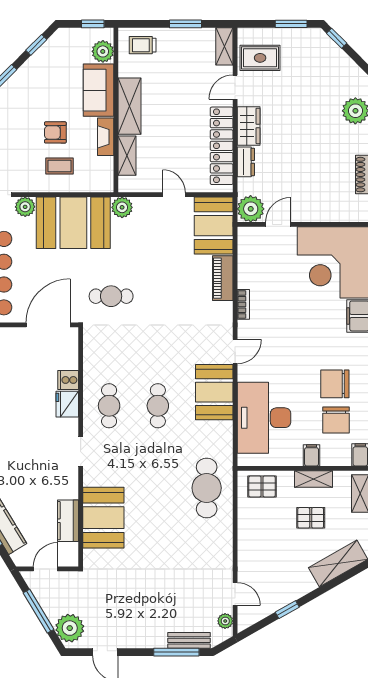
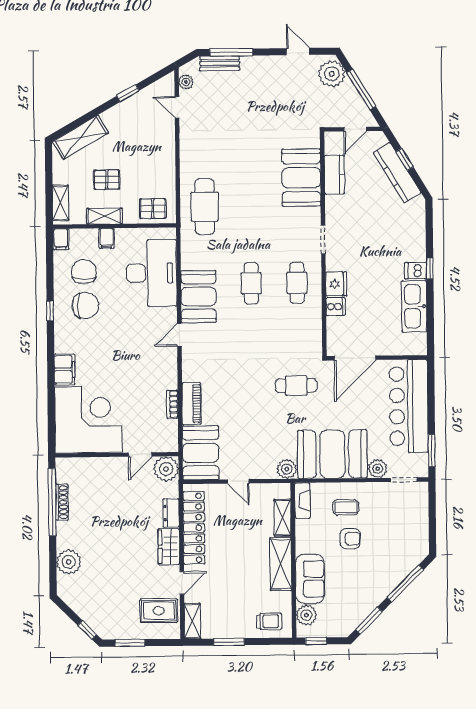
window: (36, 45) -> (369, 621), width x1.50
fireplace: (106, 137) -> (302, 501), moved
bookcase: (243, 304) -> (172, 404), moved

